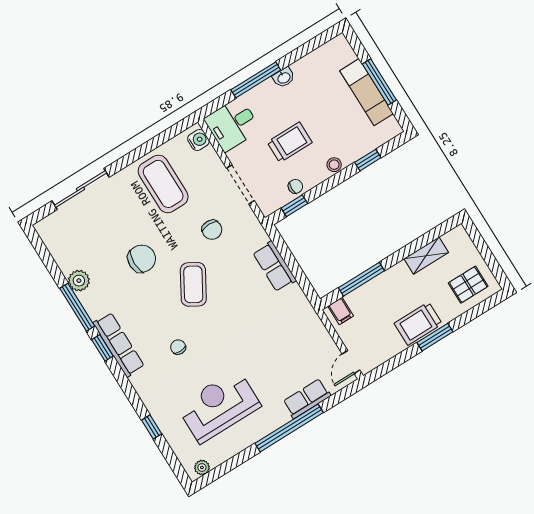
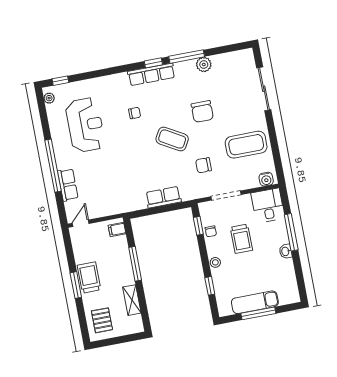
window: (361, 279) -> (135, 264), moved
door: (351, 362) -> (81, 223), hinge flipped
window: (152, 427) -> (60, 81), moved

